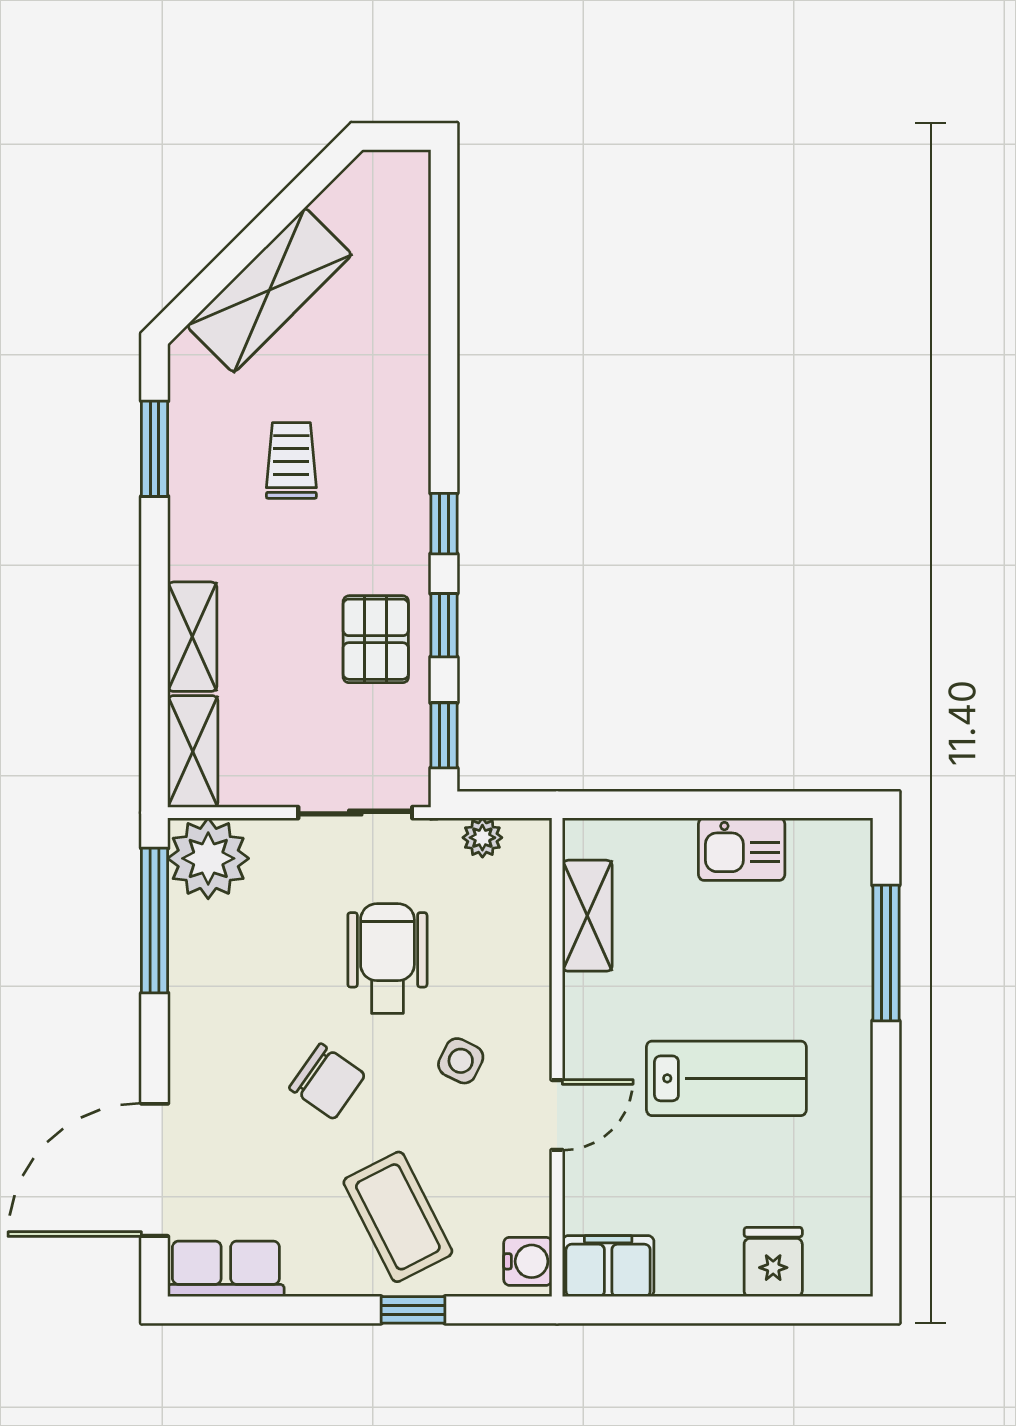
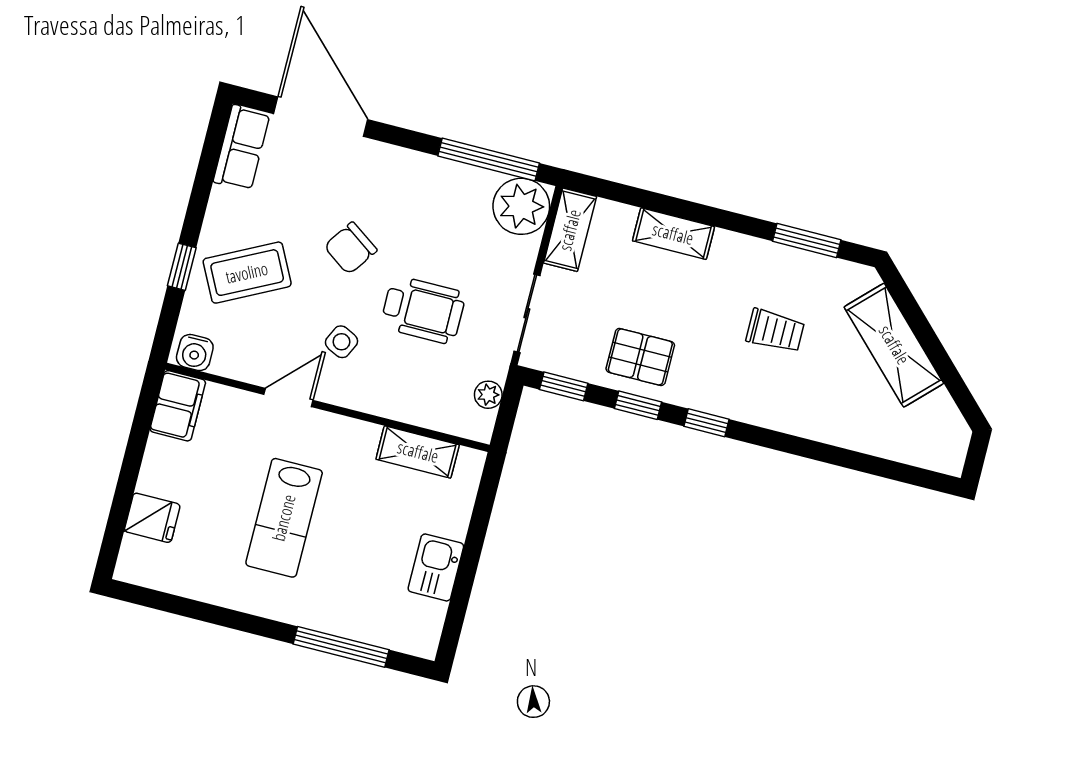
shelving: (193, 751) -> (570, 230), moved, turned 90
door: (557, 1115) -> (288, 397), swing flipped

